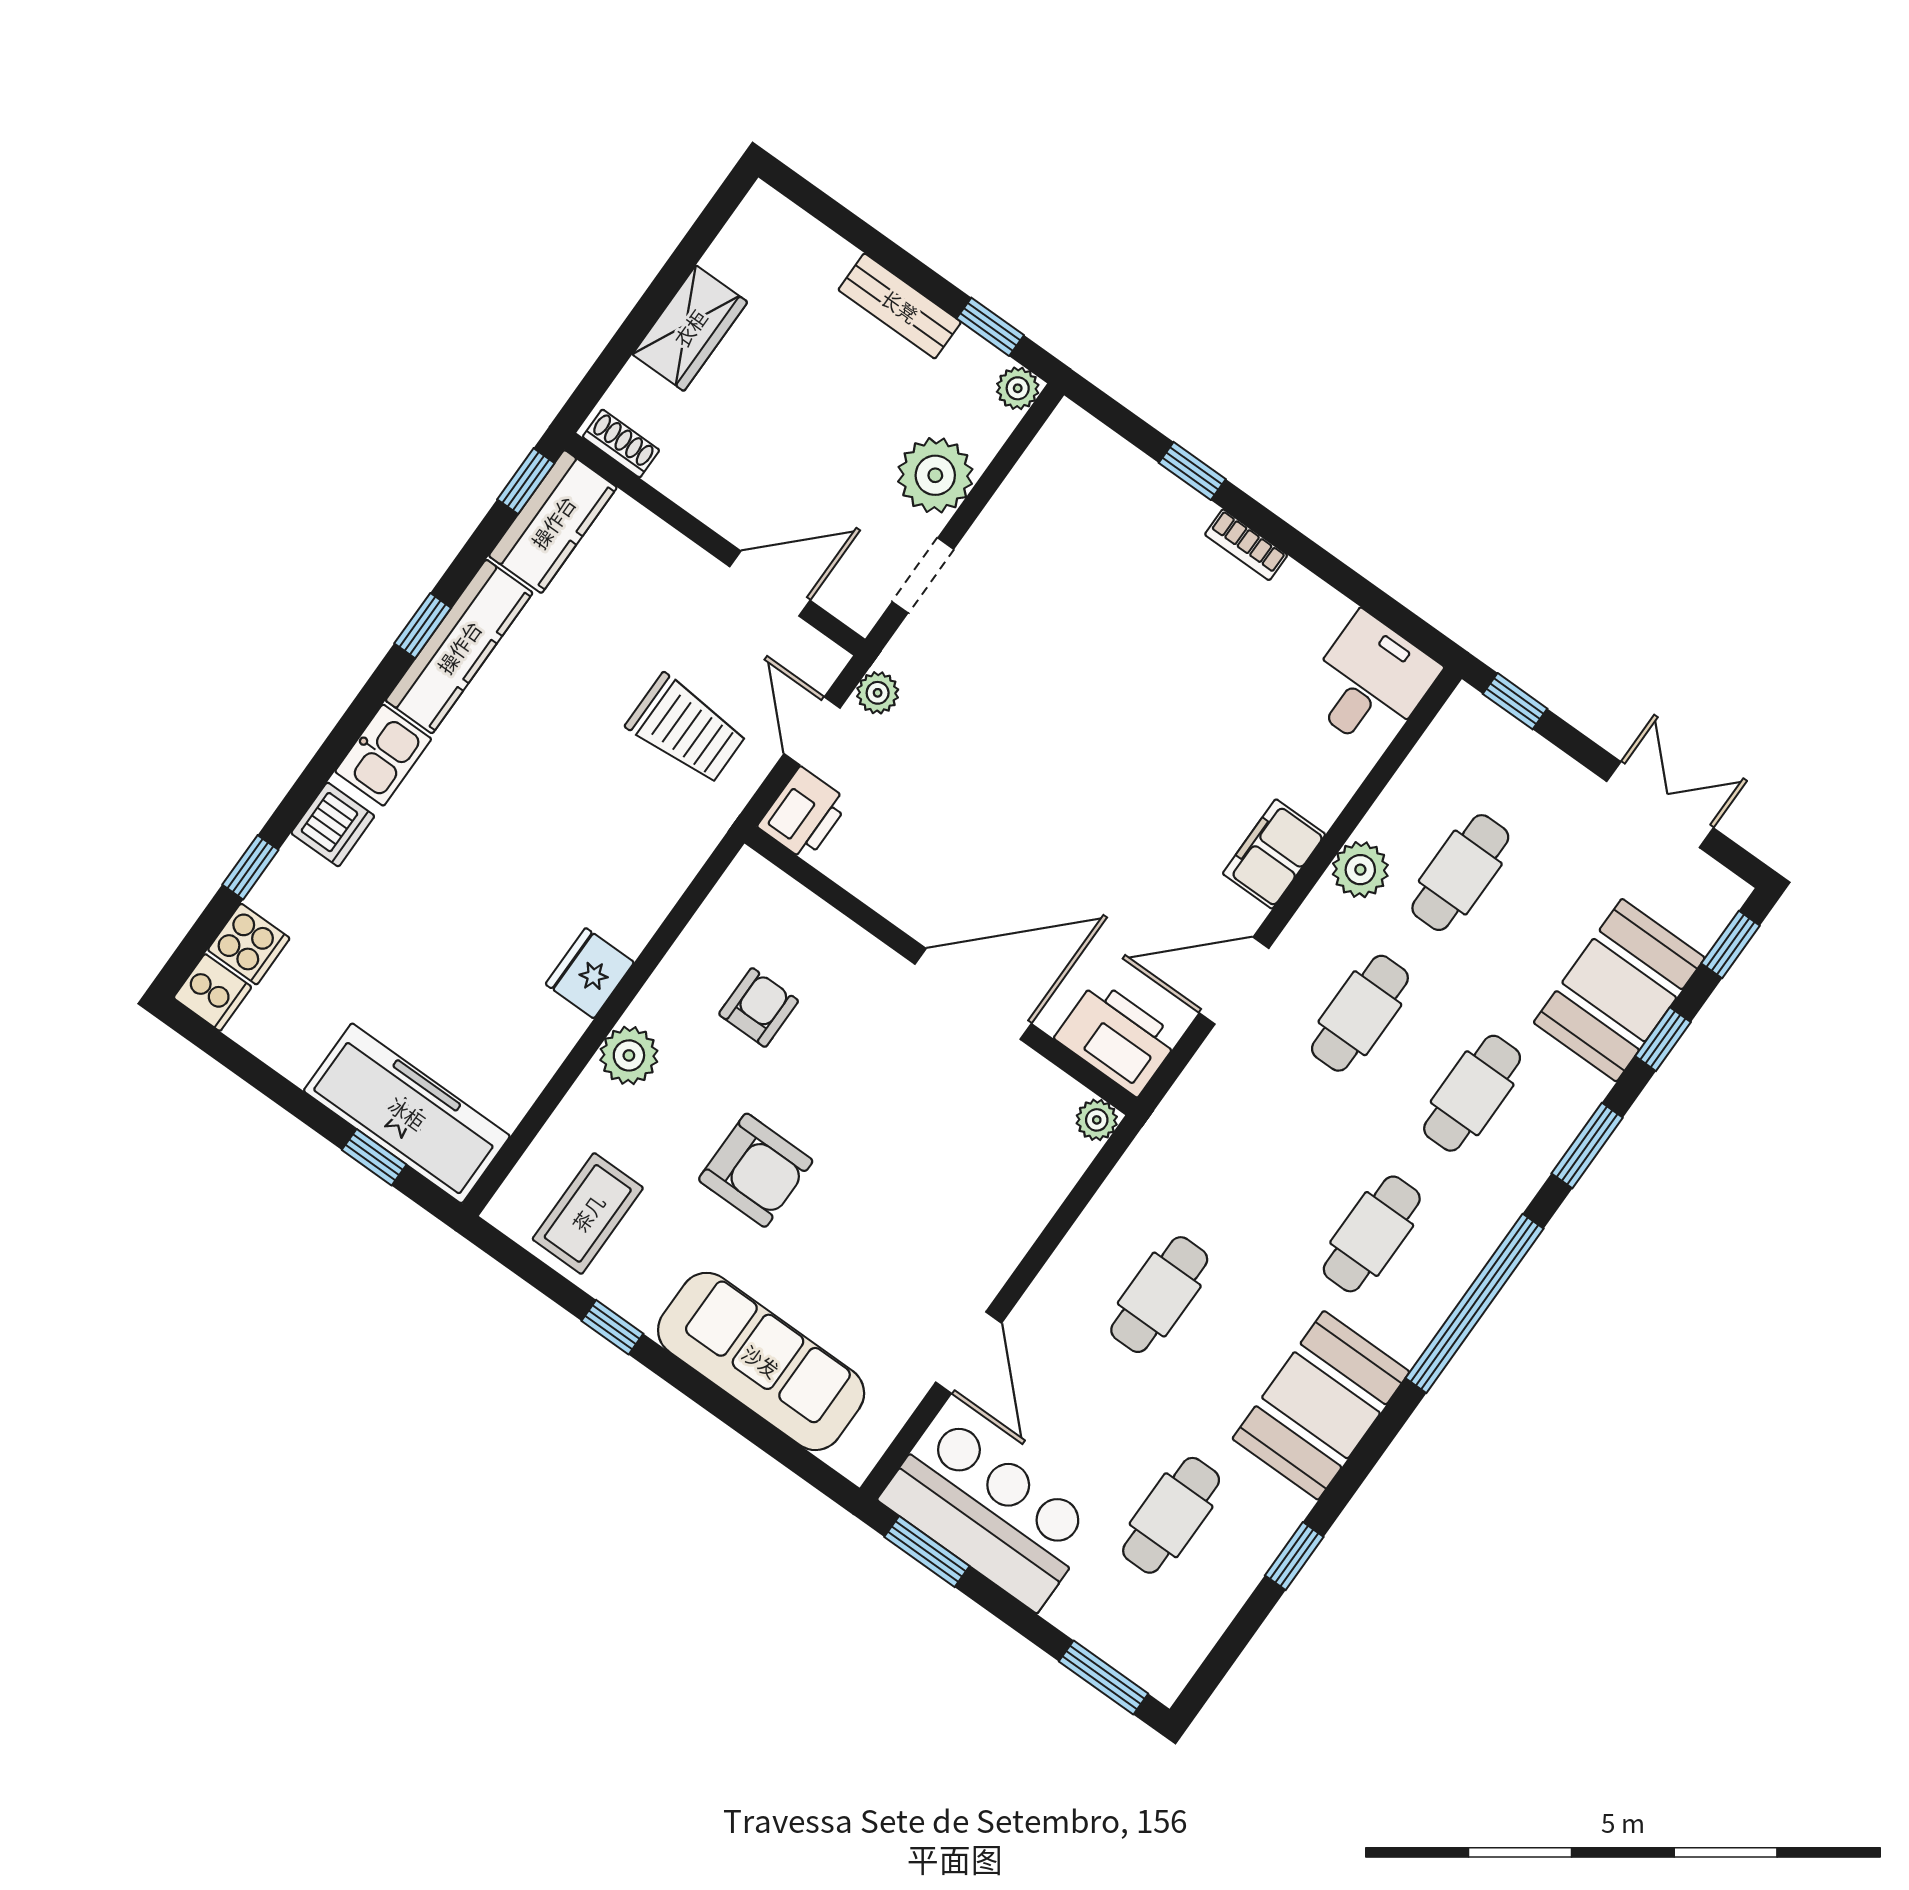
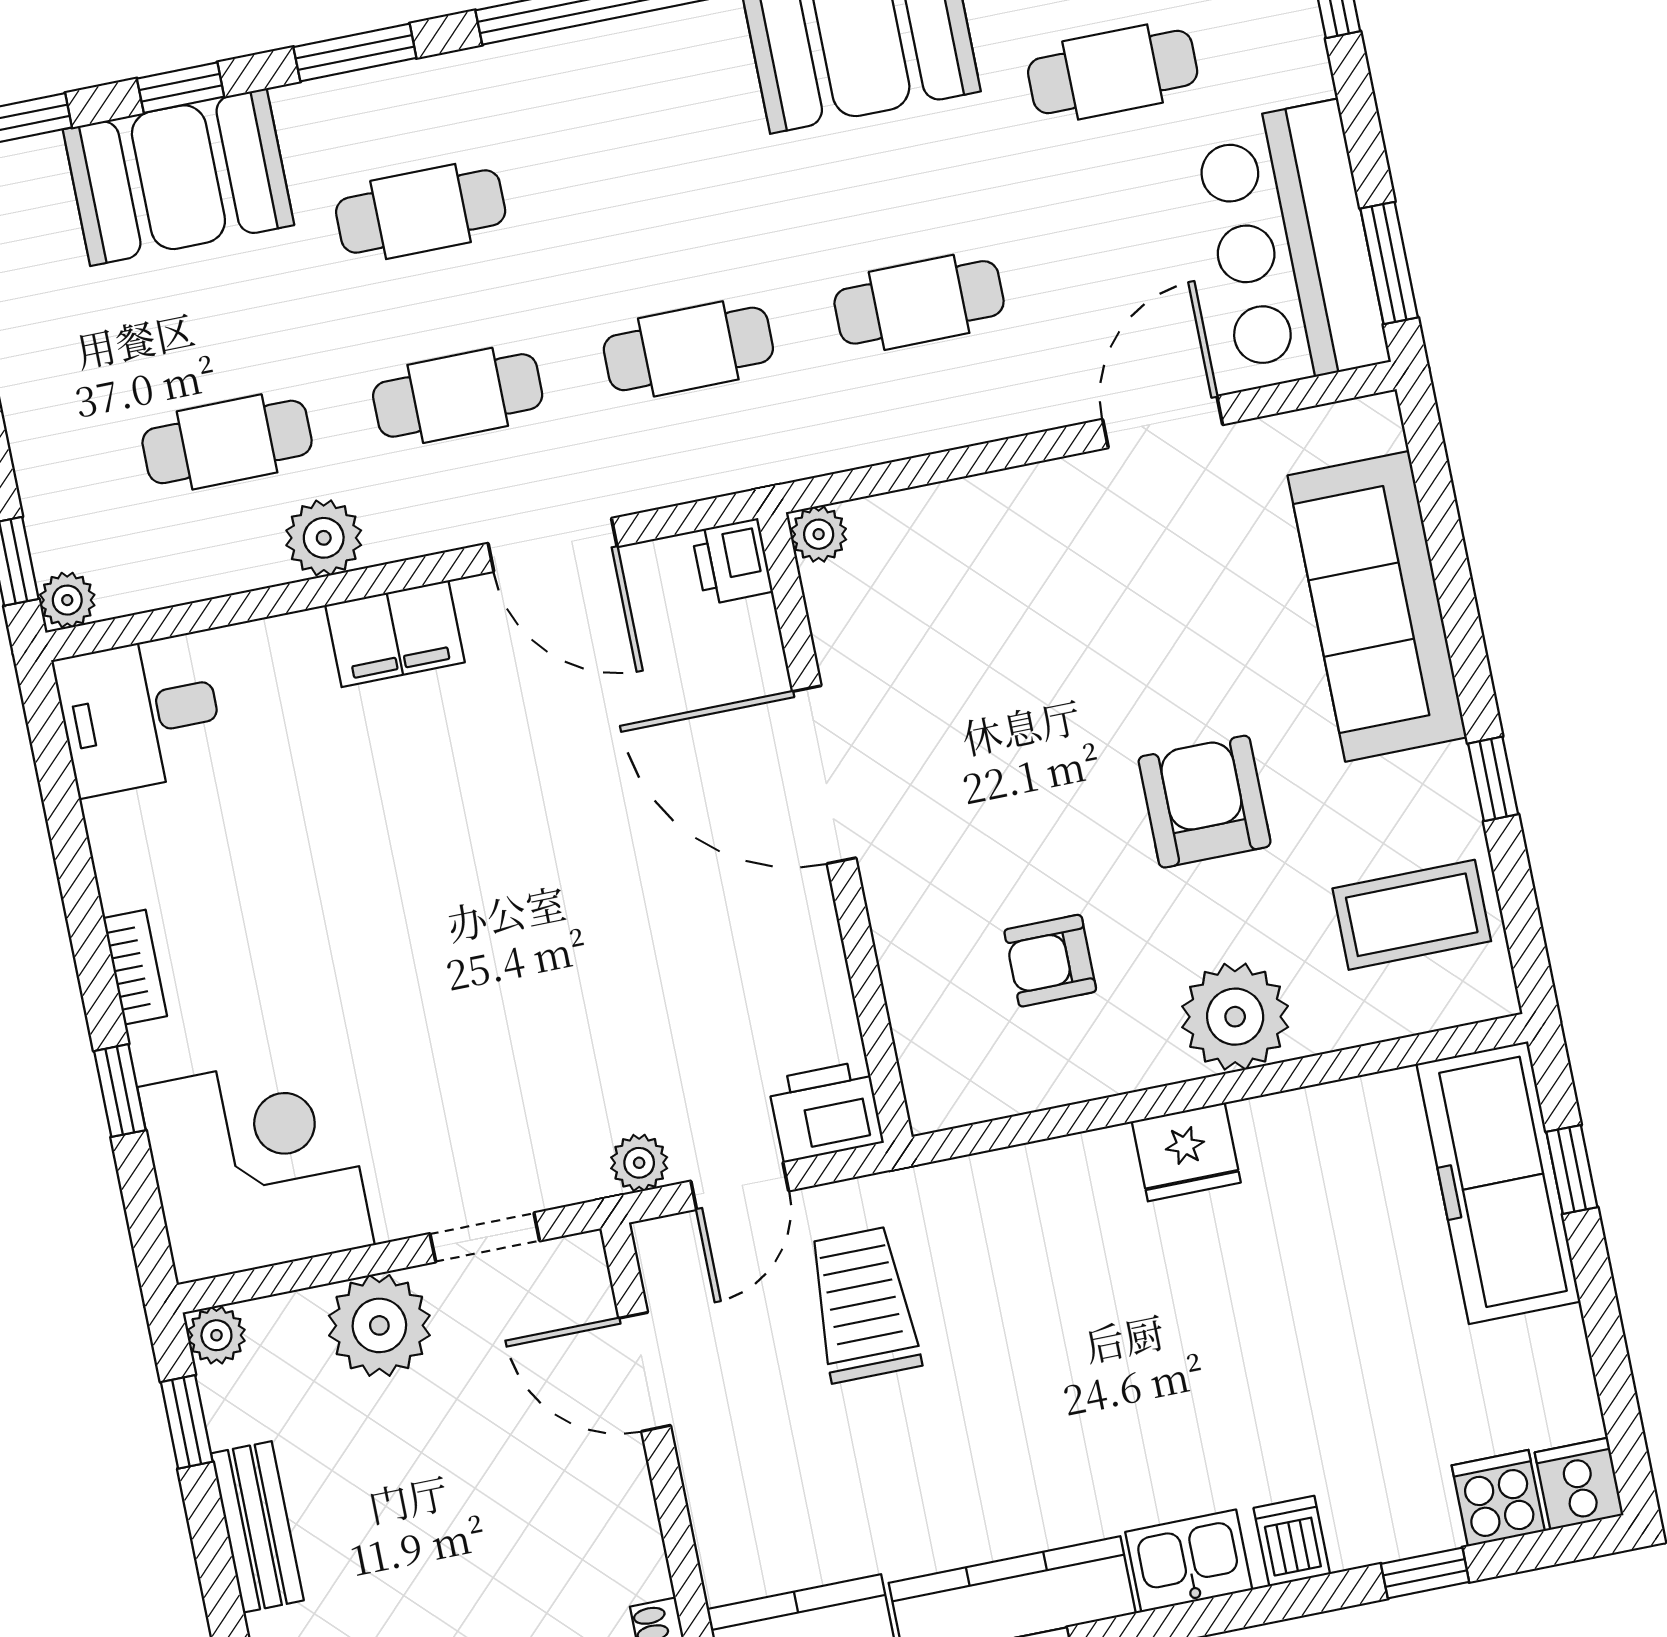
corner desk: (1081, 499) -> (256, 1166), added
plant: (1467, 708) -> (67, 600), added
dishwasher: (333, 824) -> (1292, 1541), width x0.73
printer: (1117, 1038) -> (732, 562), width x0.53, depth x0.68
plant: (629, 1055) -> (1235, 1017), width x1.36, depth x1.36
cafe table: (1372, 1234) -> (688, 349), moved

